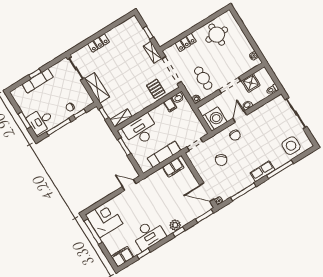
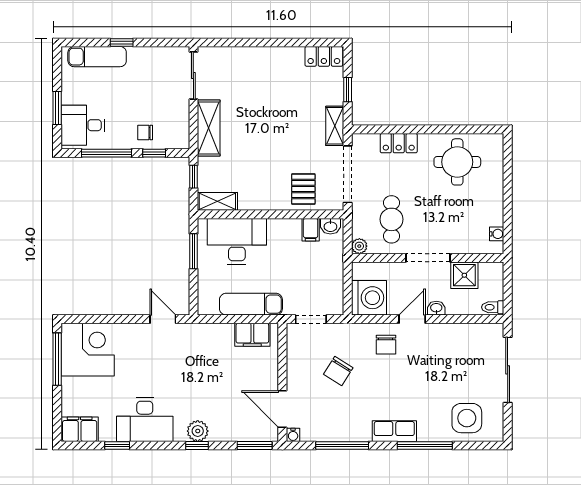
locker: (99, 43) -> (324, 56), moved
exam couch: (38, 81) -> (97, 57), moved

